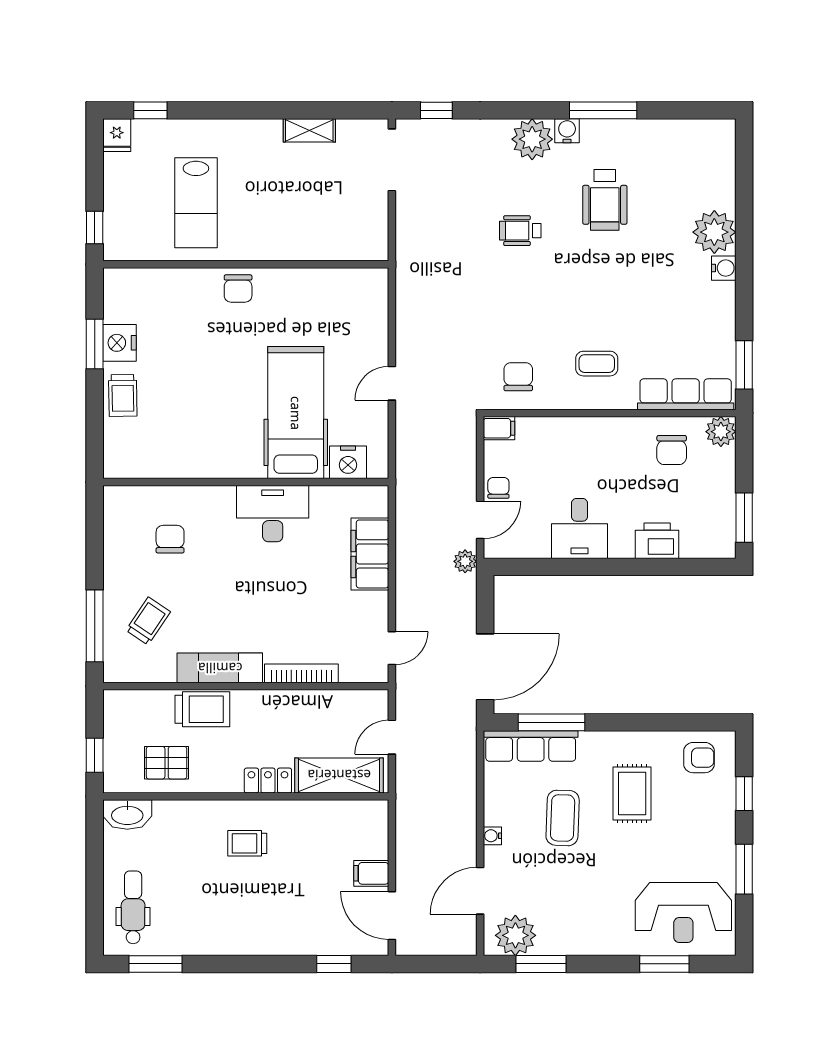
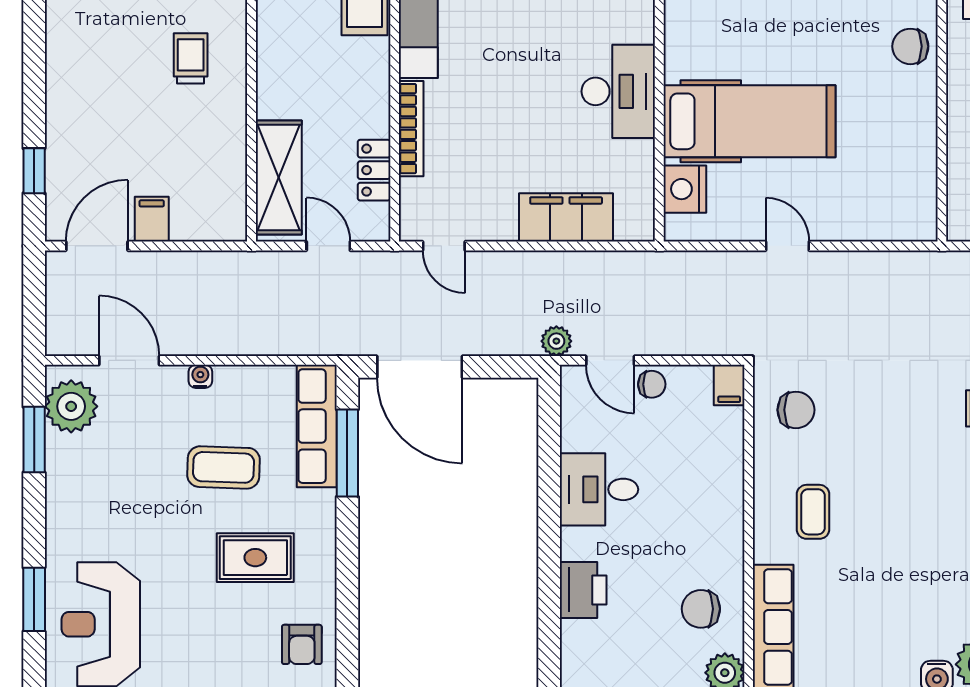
locker: (268, 781) -> (374, 170), moved, turned 180

